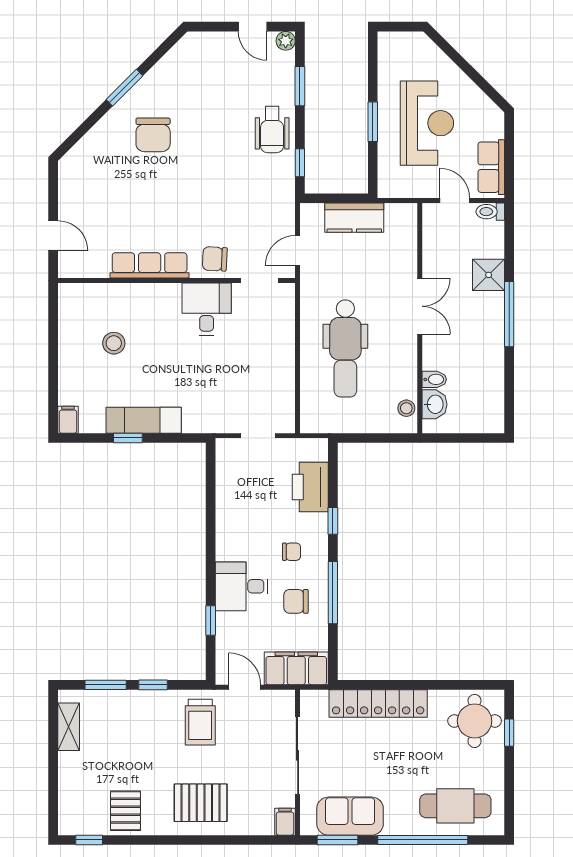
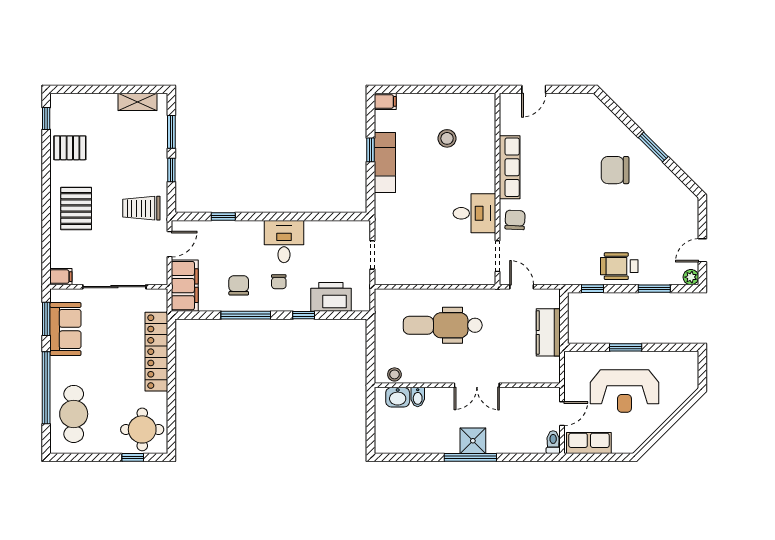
shower: (489, 275) -> (473, 441), moved
desk: (242, 586) -> (284, 242), moved

